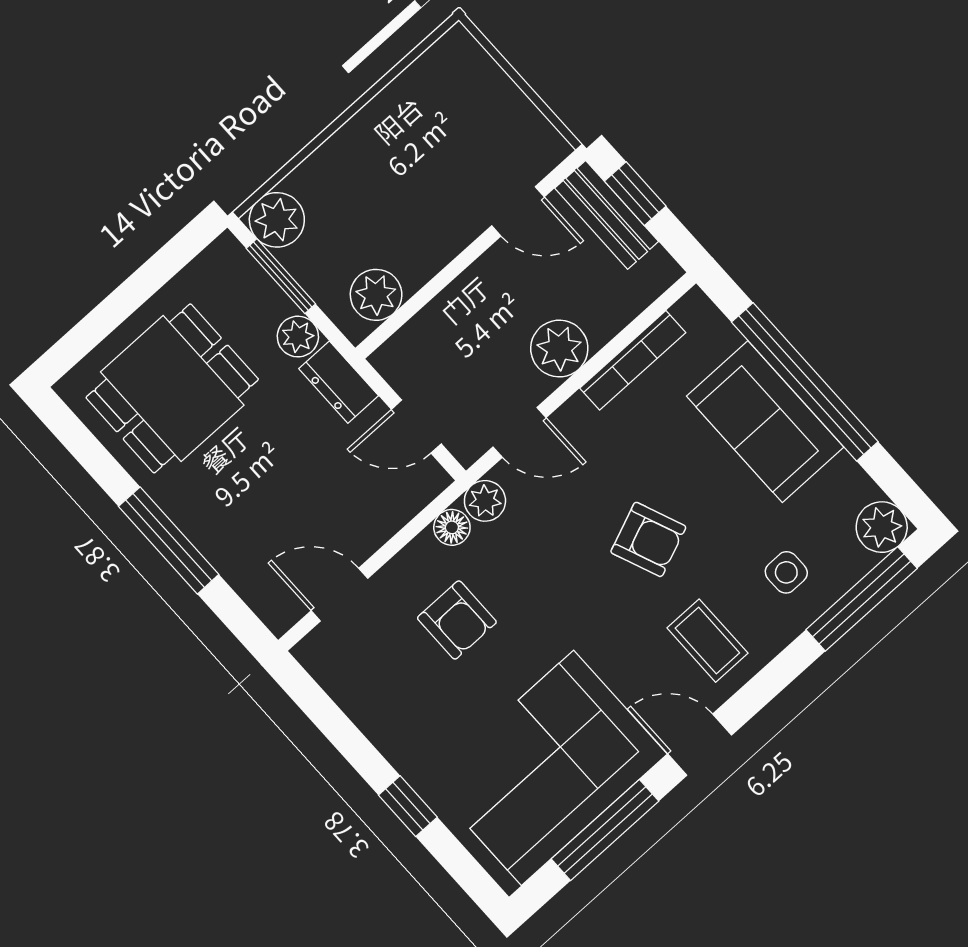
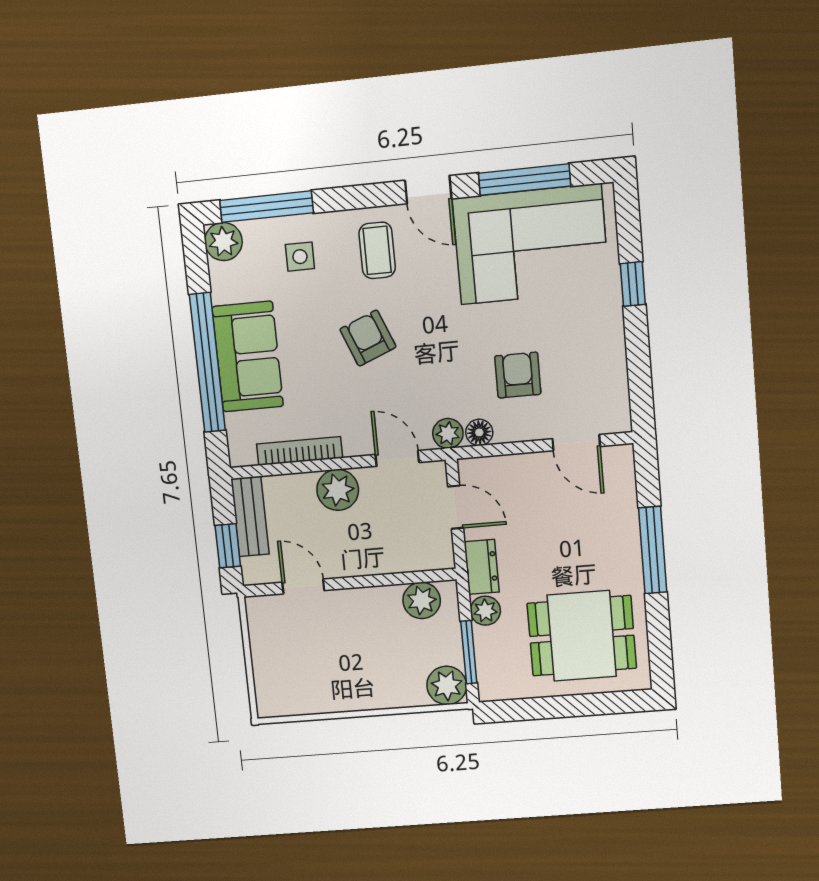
bench: (607, 215) -> (250, 516), moved

